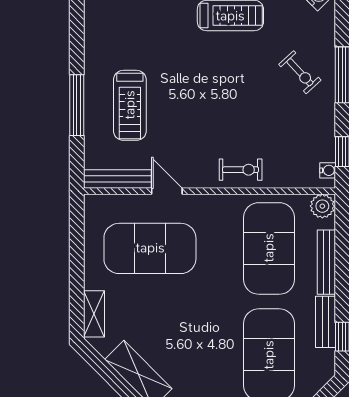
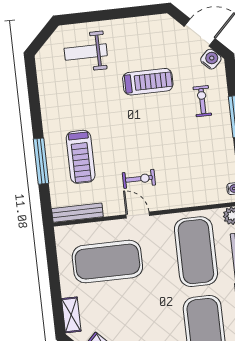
exercise bike: (300, 72) -> (202, 101), moved, turned -137
exercise bike: (241, 170) -> (139, 179), moved
door: (167, 191) -> (138, 215), moved

